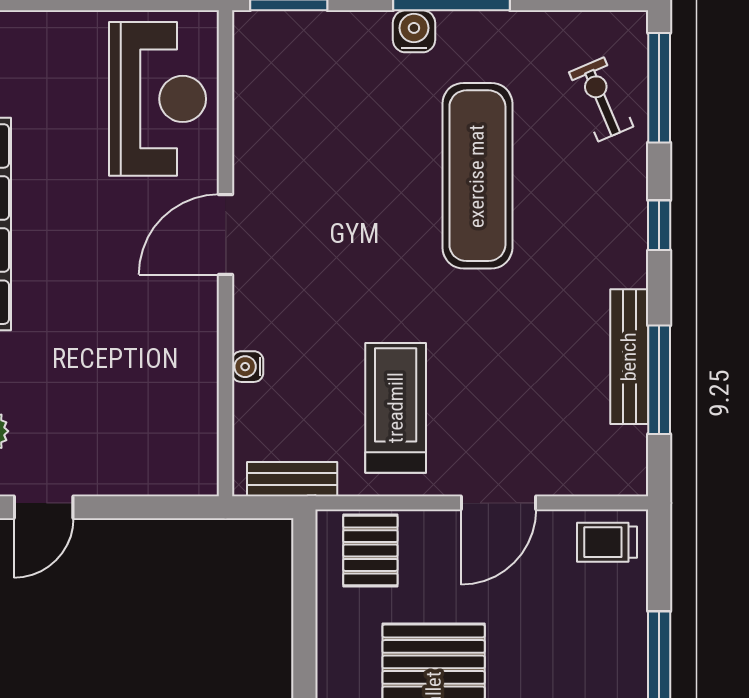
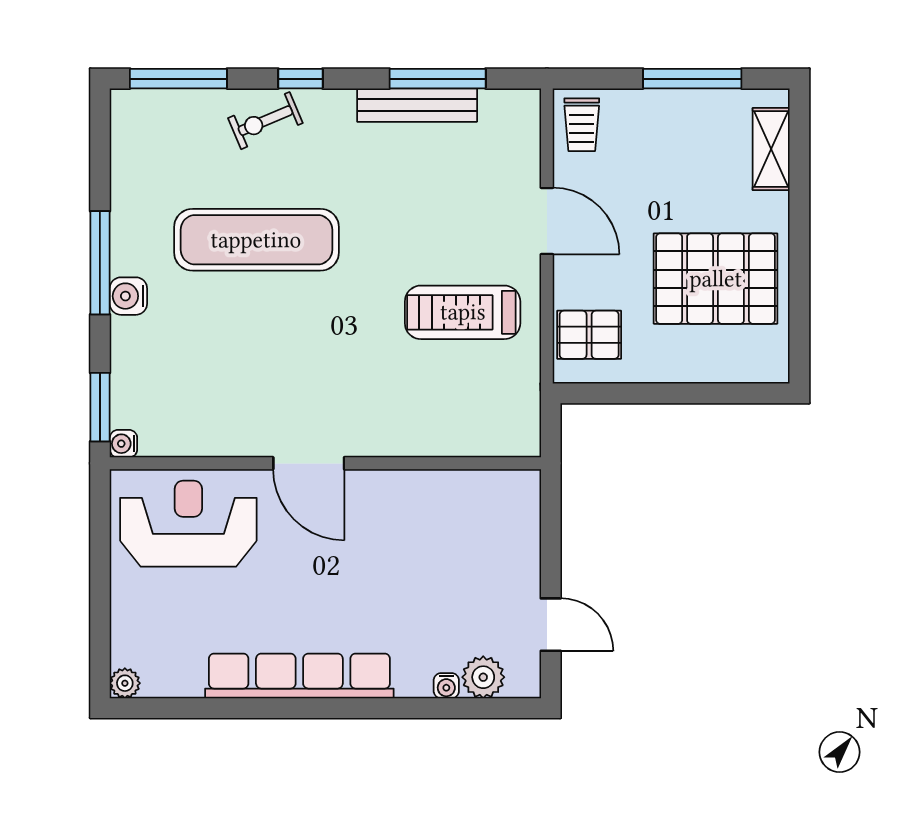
exercise bike: (601, 99) -> (265, 121), moved
water cooler: (248, 367) -> (123, 444), moved, turned 90
bench: (292, 479) -> (526, 404), removed

